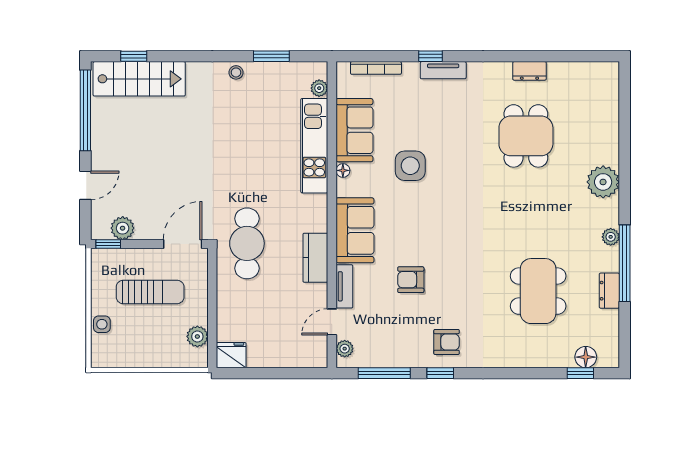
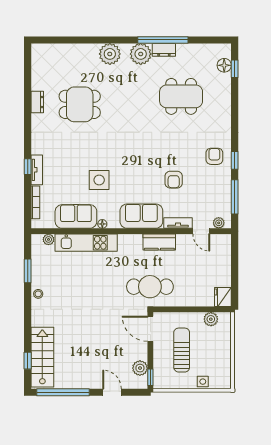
tv unit: (443, 70) -> (37, 170), moved
plant: (611, 237) -> (141, 54), width x1.87, depth x1.87
dresser: (609, 291) -> (164, 50), moved

